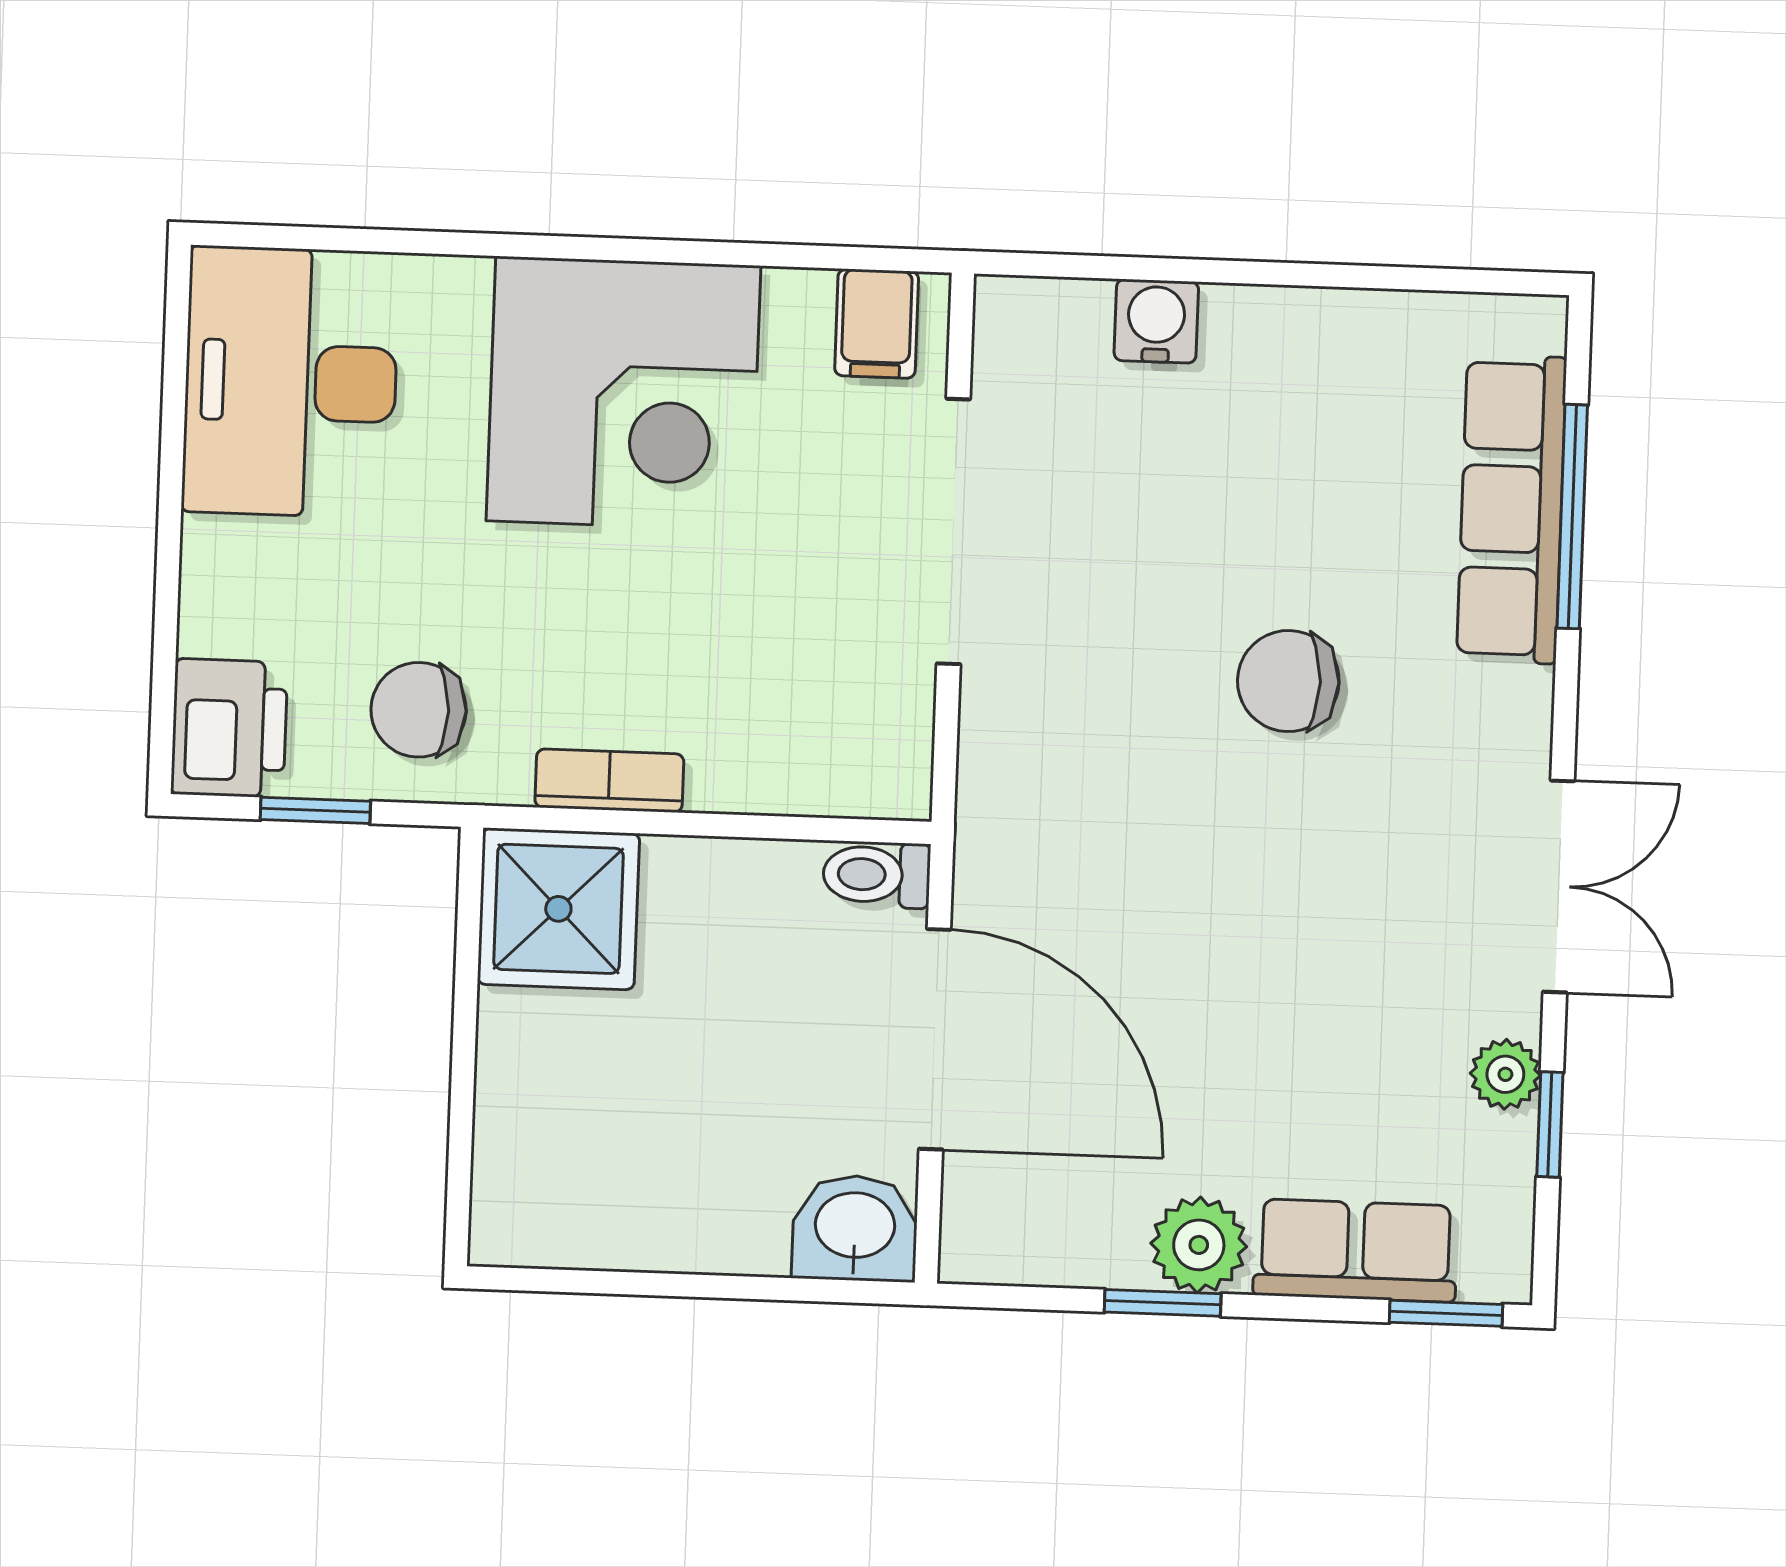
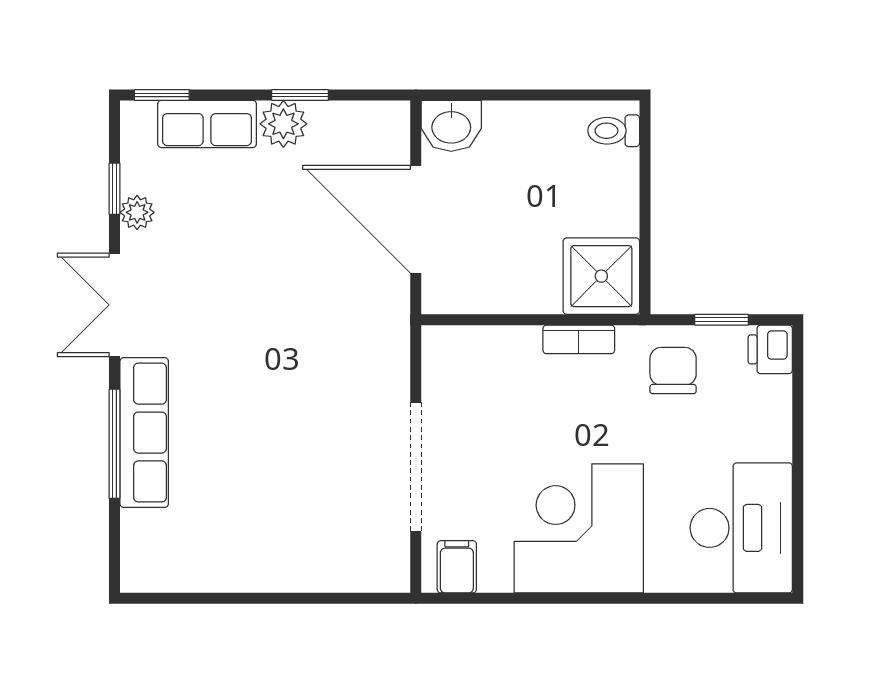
water cooler: (1156, 321) -> (321, 573), removed
row of seats: (1512, 509) -> (144, 433), moved
window: (1572, 517) -> (115, 444), moved
chair: (1288, 681) -> (250, 400), removed
chair: (419, 710) -> (673, 371), turned -90
printer: (229, 728) -> (770, 349), width x0.73, depth x0.81
toilet: (877, 875) -> (614, 131), moved, turned 180

